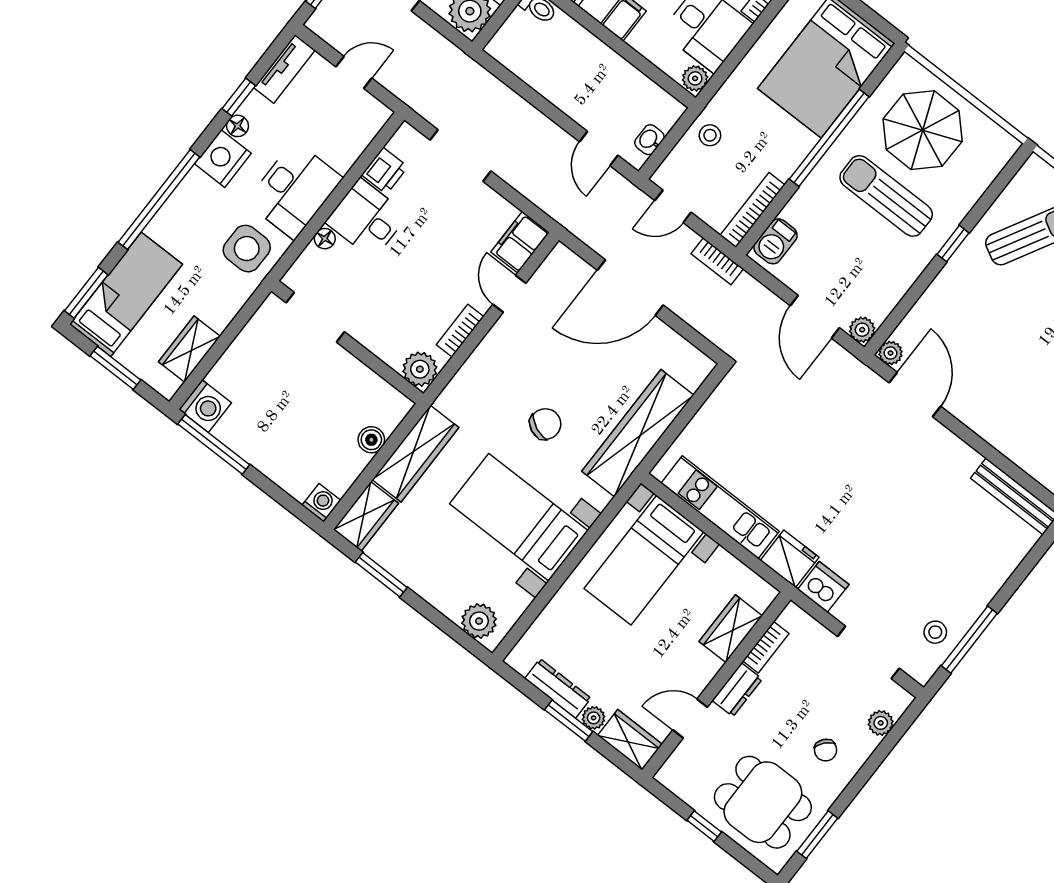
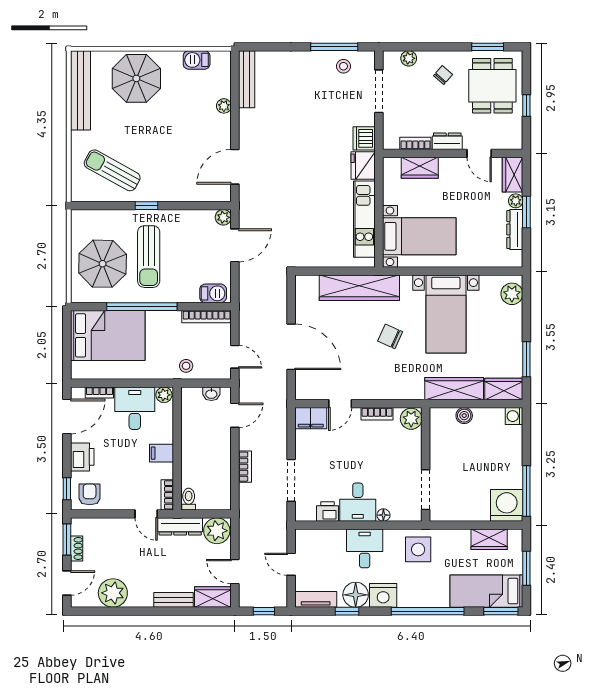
floor lamp: (238, 126) -> (356, 595), width x1.89, depth x1.89
desk: (294, 190) -> (365, 548), width x0.73
bookcase: (717, 261) -> (245, 467), moved
plant: (890, 353) -> (224, 106), moved
washing machine: (205, 406) -> (507, 505), width x1.37, depth x1.37

